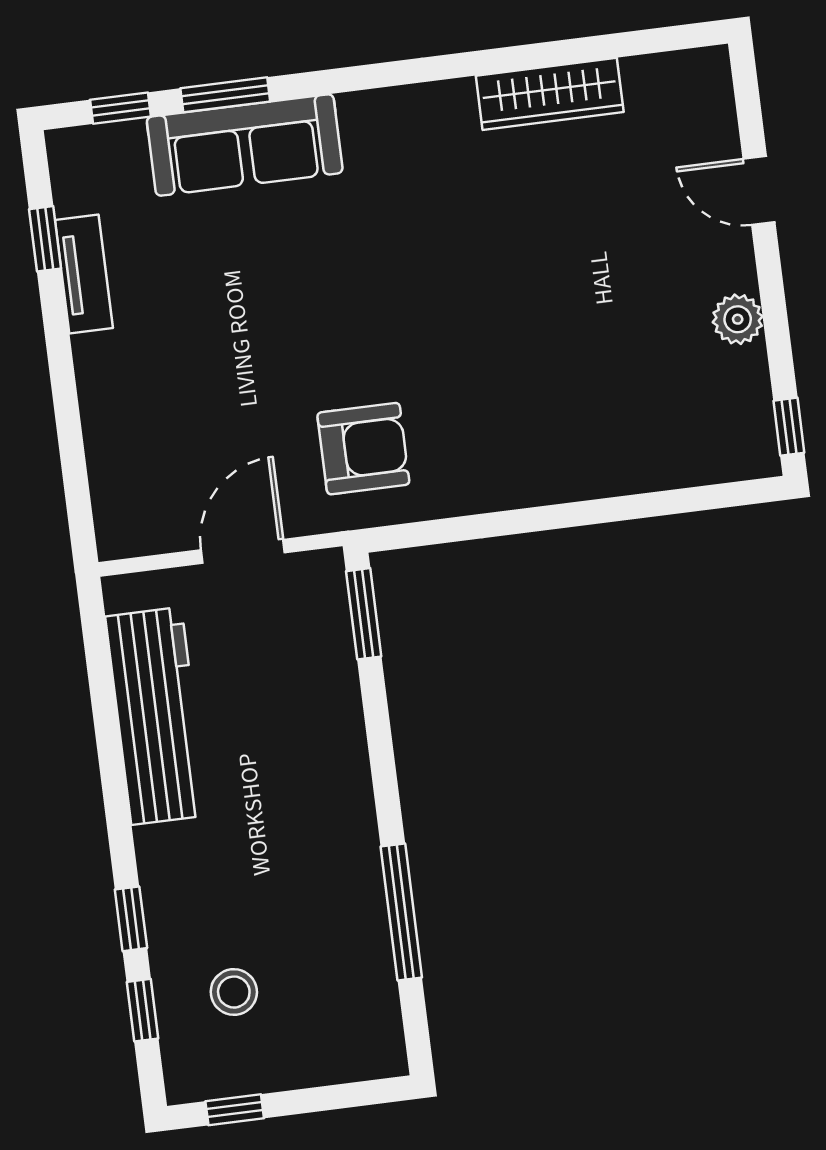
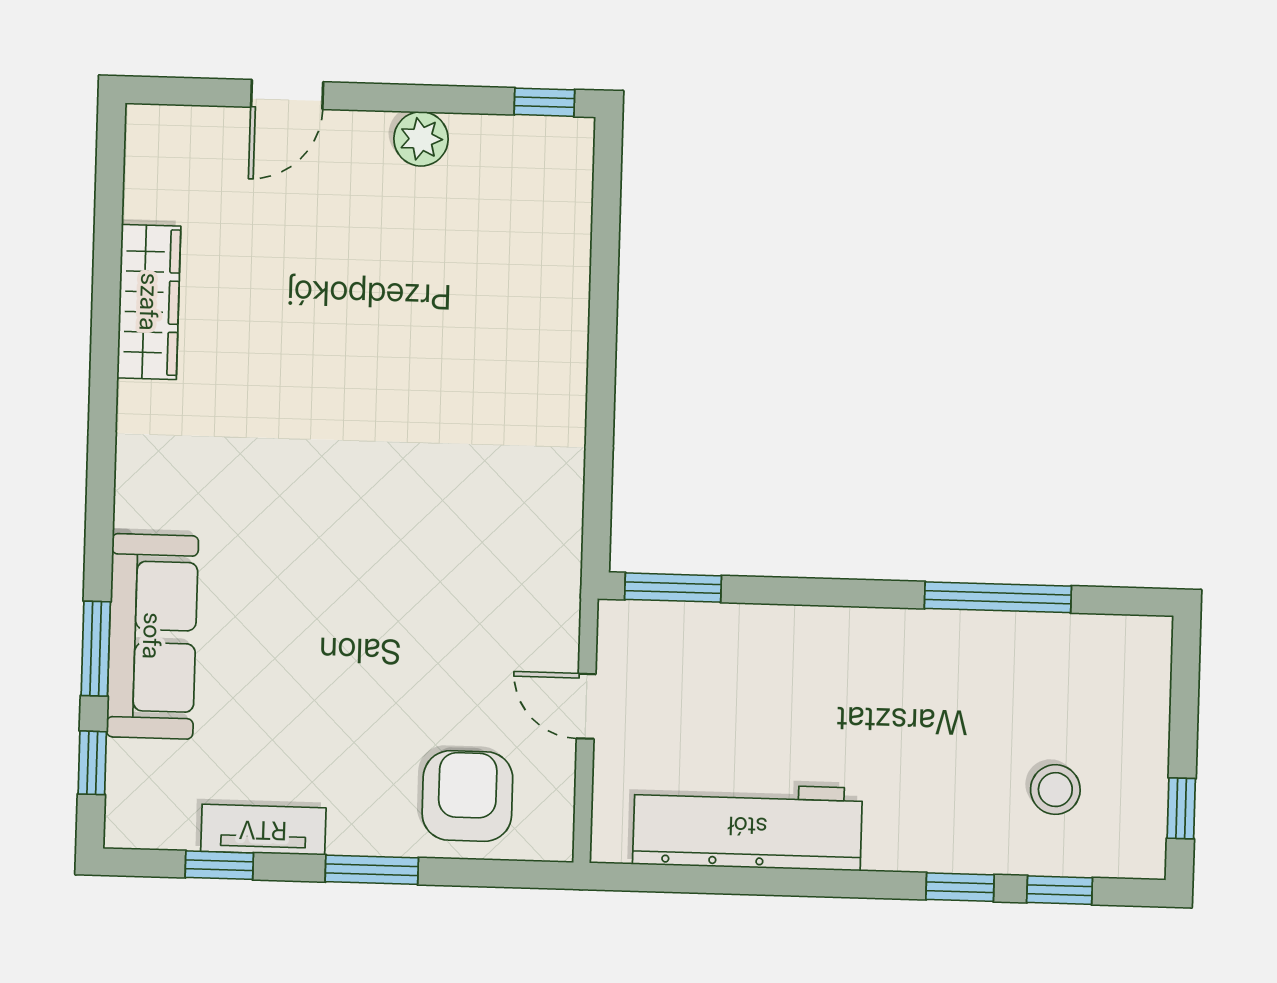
window: (63, 379) -> (372, 870), added
armchair: (363, 449) -> (467, 796), moved
door: (243, 551) -> (586, 706), width x0.73

